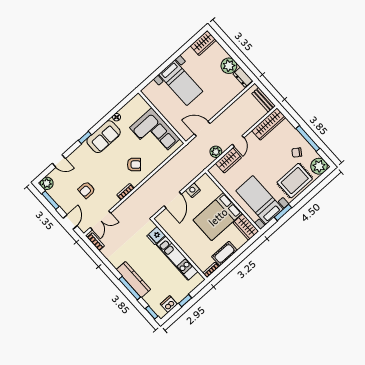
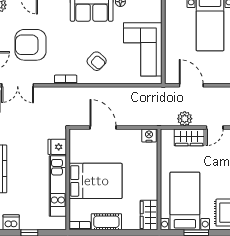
armchair: (87, 190) -> (30, 45), width x1.88, depth x1.88
nightstand: (193, 190) -> (149, 135), moved
door: (173, 200) -> (103, 127), swing flipped
bed: (218, 217) -> (95, 181), moved, turned 180

